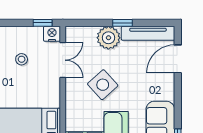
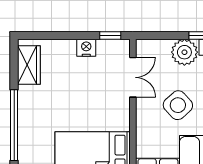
nightstand: (52, 34) -> (86, 48), moved
stool: (22, 59) -> (86, 76), removed

